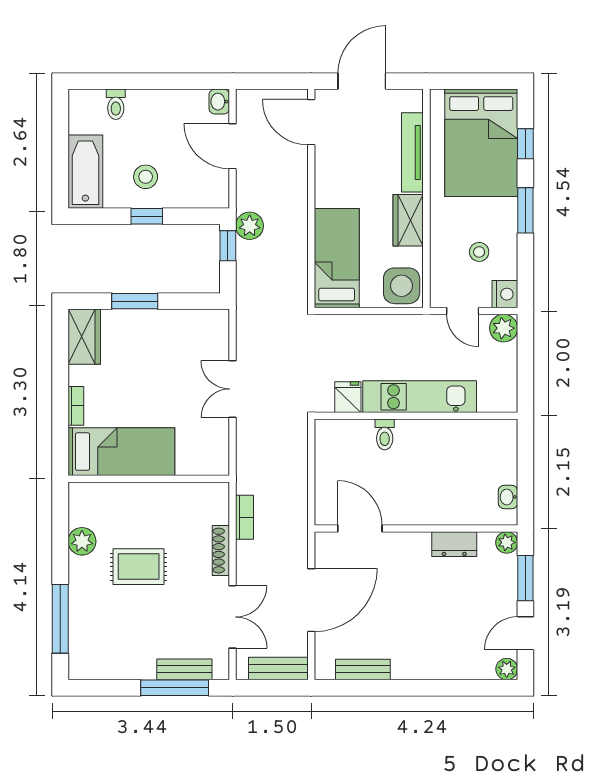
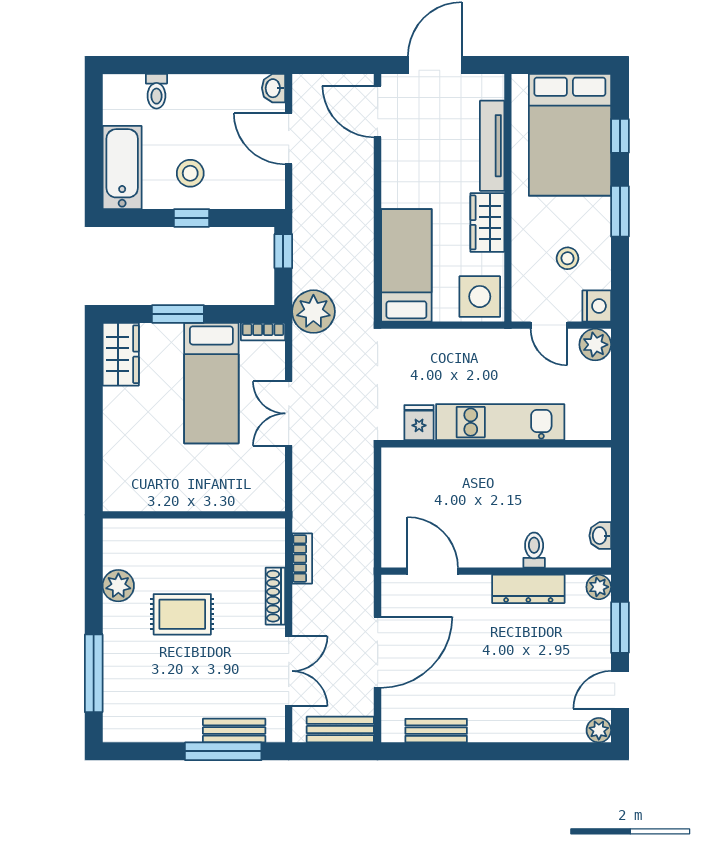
plant: (250, 226) -> (313, 312), moved, width x1.36, depth x1.36
bookcase: (76, 406) -> (263, 332), moved, turned 90
toilet: (385, 434) -> (534, 550), moved, turned 180
bed: (121, 452) -> (211, 383), moved, turned 90
dresser: (454, 544) -> (528, 589), width x1.44

